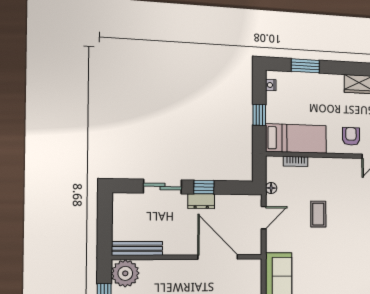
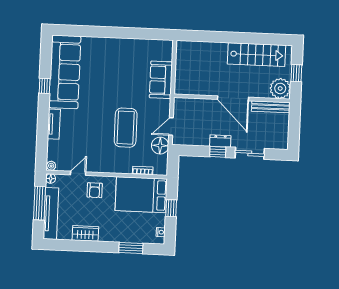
bed: (296, 138) -> (141, 195), width x1.50
floor lamp: (271, 188) -> (160, 146), width x1.89, depth x1.89
coffee table: (318, 214) -> (126, 128), width x1.86, depth x1.72
door: (218, 257) -> (233, 98), moved

